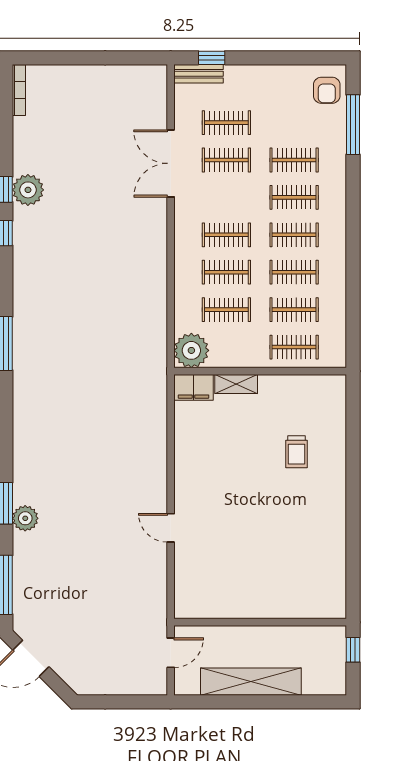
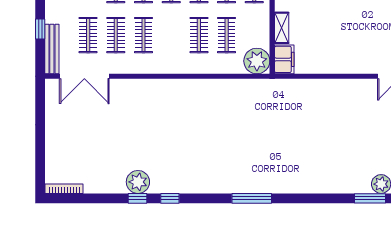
window: (212, 58) -> (40, 29), moved
bench: (199, 74) -> (52, 49), width x1.36
double door: (171, 163) -> (84, 76), moved
clothes rail: (226, 235) -> (143, 35), moved

